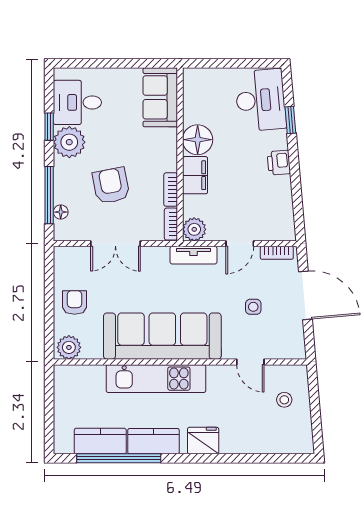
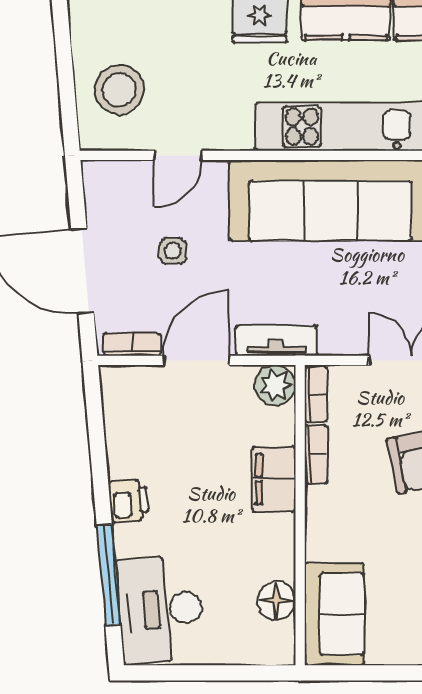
window: (290, 120) -> (109, 575), width x2.17
floor lamp: (198, 140) -> (277, 600), moved, width x0.73, depth x0.73
door: (240, 244) -> (196, 360), width x1.38
door: (250, 362) -> (178, 155), swing flipped
stool: (284, 400) -> (119, 90), width x1.89, depth x1.89

